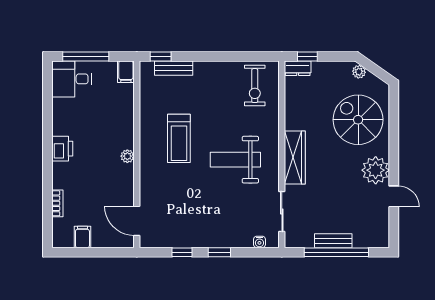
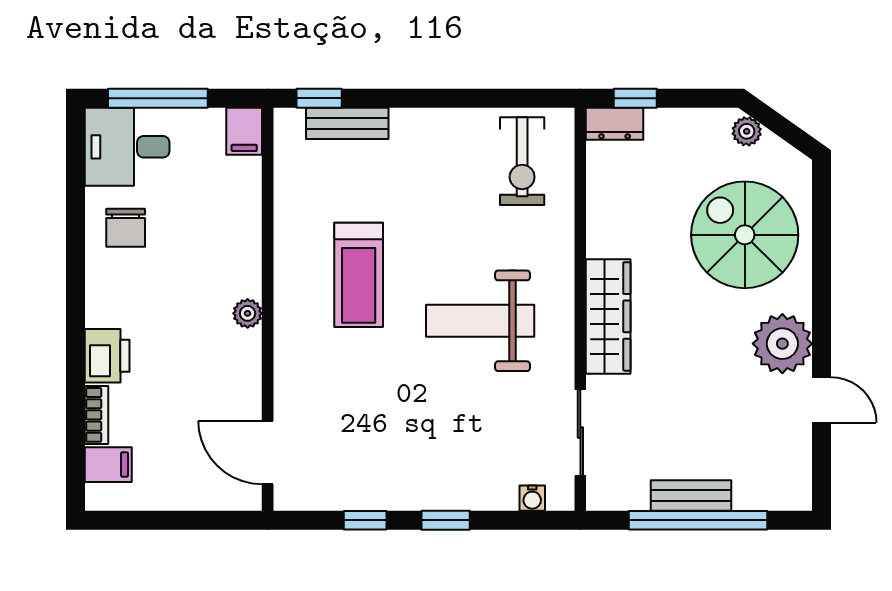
chair: (71, 116) -> (126, 228), added
printer: (62, 149) -> (107, 356), moved
filing cabinet: (82, 237) -> (108, 465), moved, turned 90

